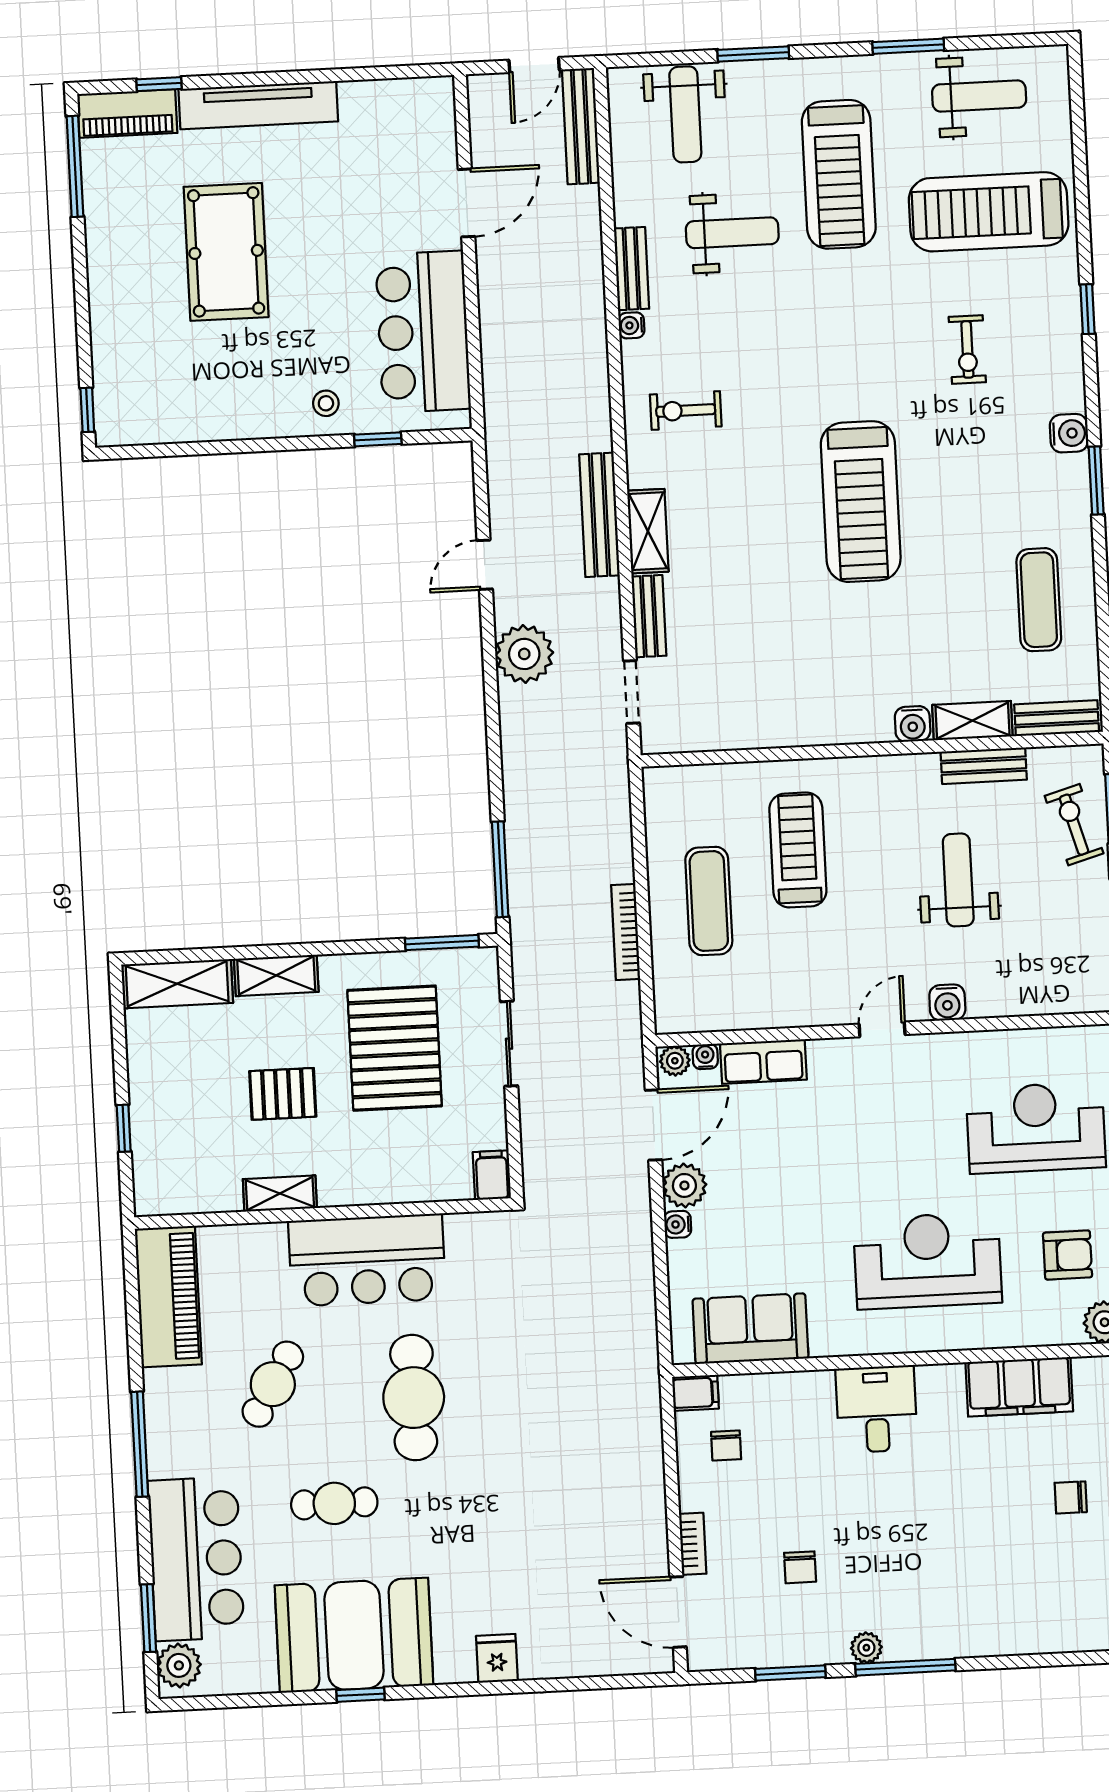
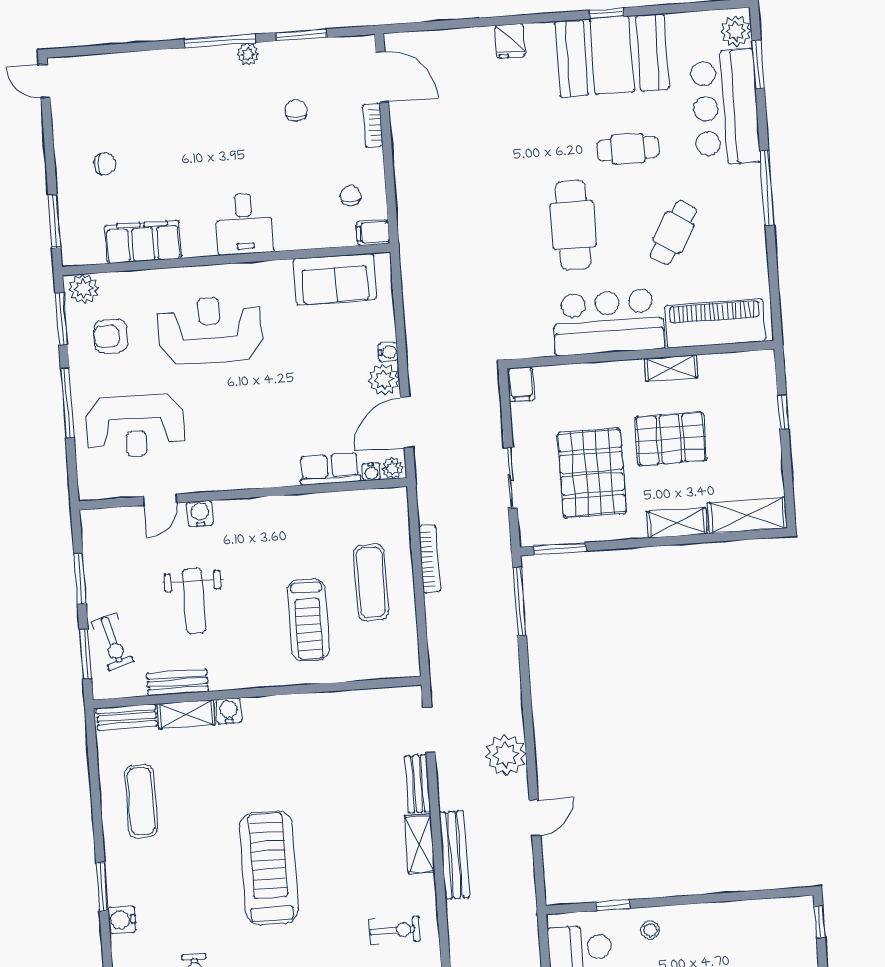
door: (882, 1029) -> (160, 500), moved
pallet: (283, 1094) -> (671, 439), width x1.50, depth x1.42
reception desk: (928, 1261) -> (210, 330), turned 180
piano: (168, 1297) -> (715, 323), moved, turned 90

